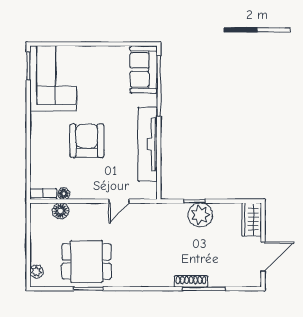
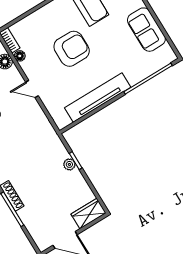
sofa: (144, 70) -> (146, 30), moved, turned -90
door: (119, 201) -> (32, 89), moved
plant: (200, 215) -> (69, 164), width x0.53, depth x0.53

